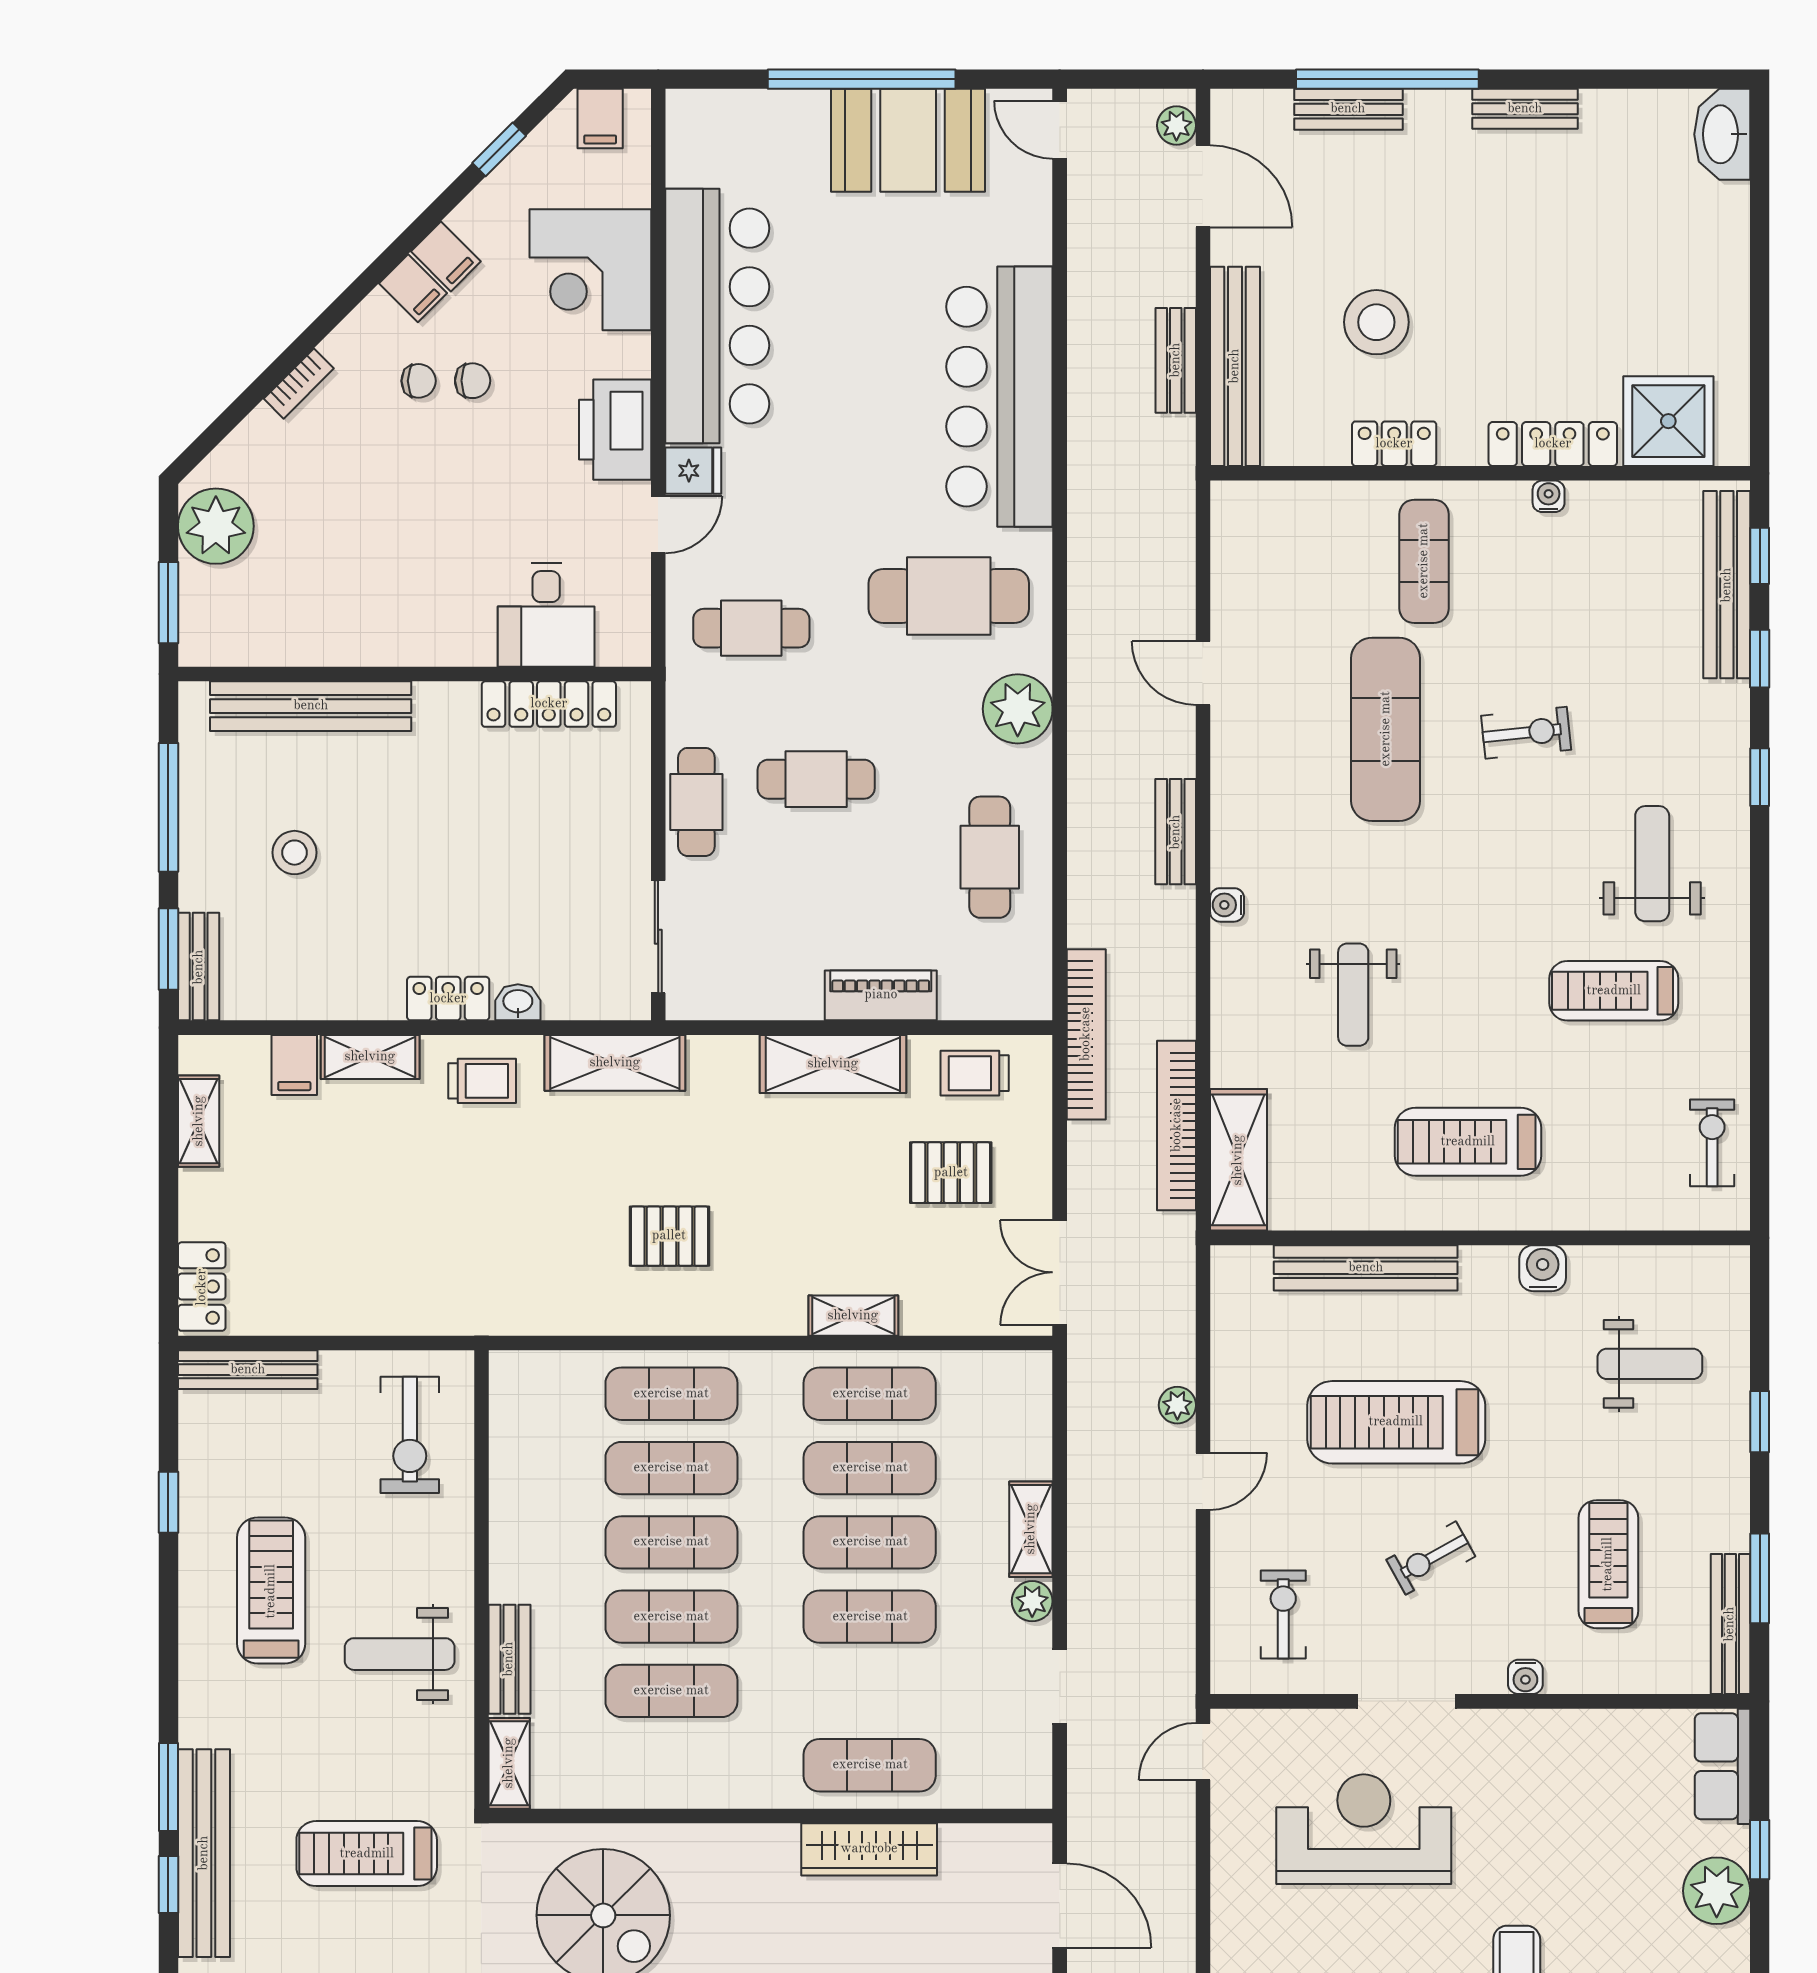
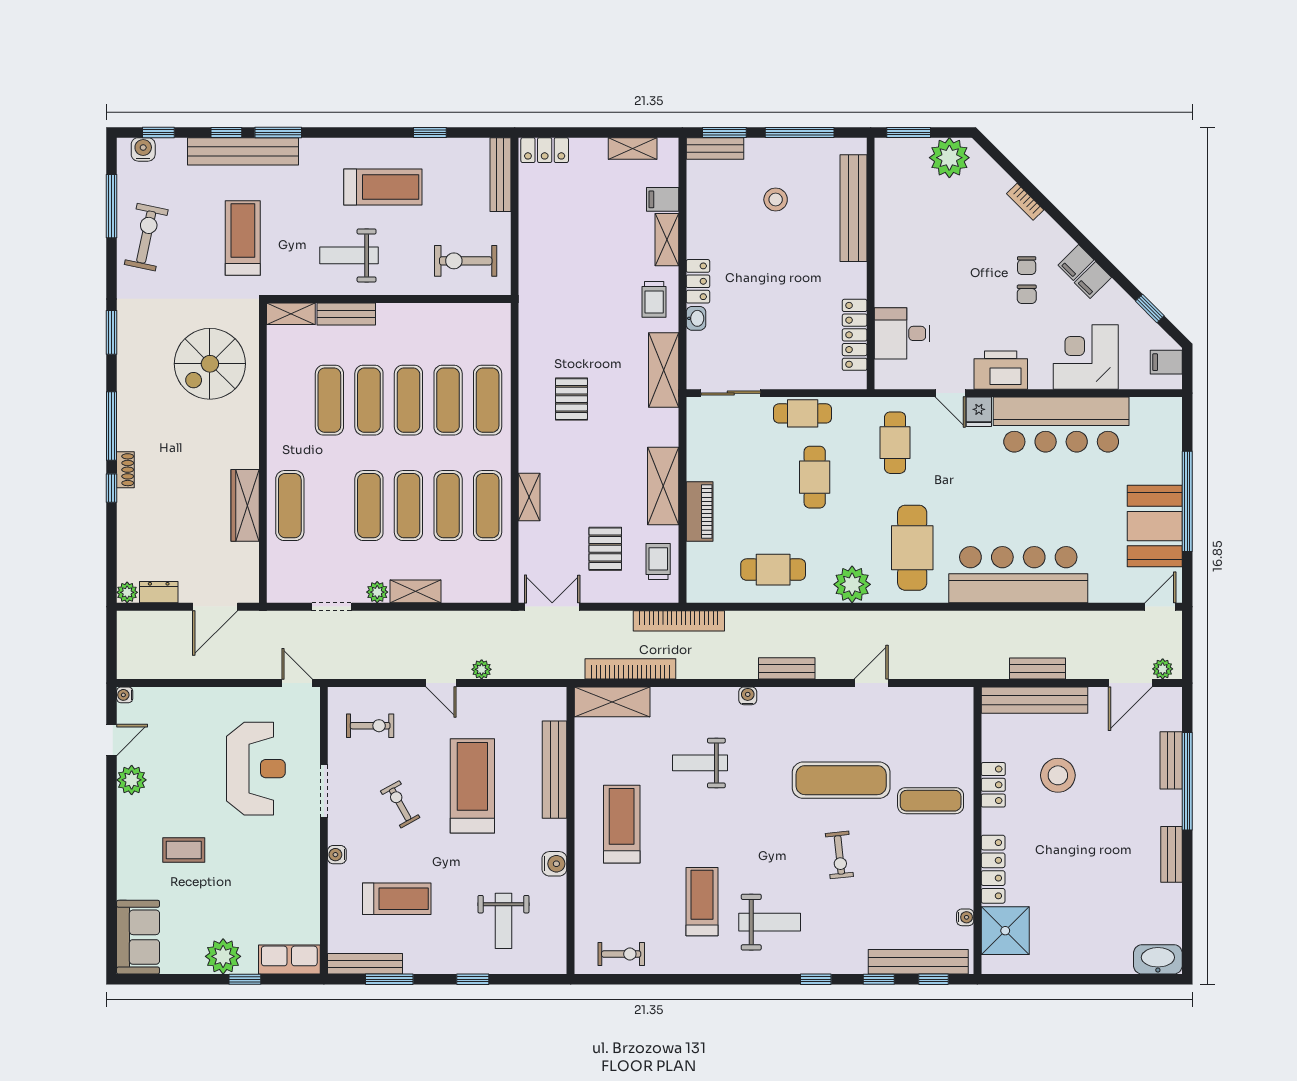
water cooler: (1549, 496) -> (965, 917), moved
weight bench: (400, 1654) -> (349, 255), turned -90

